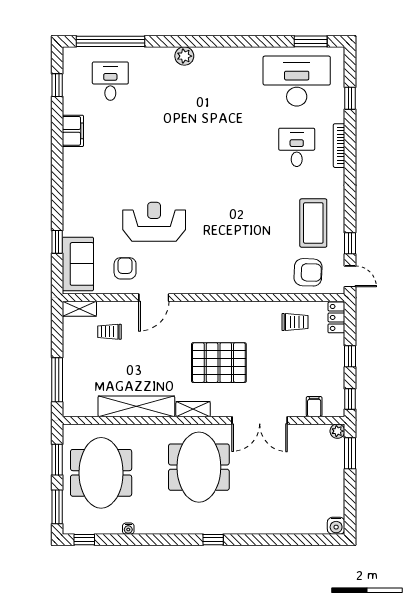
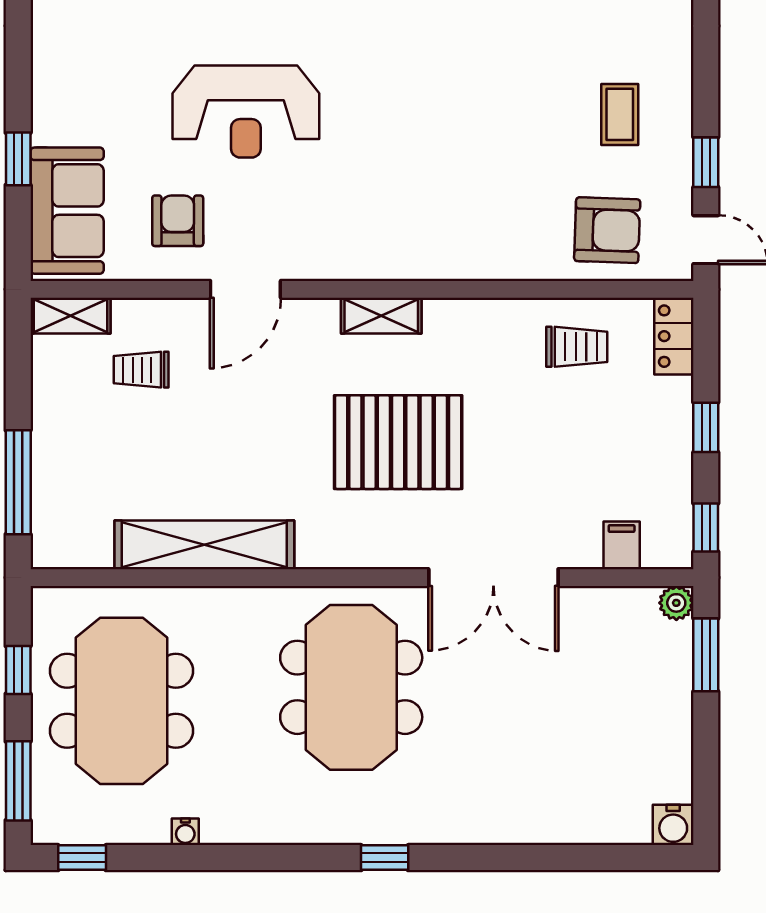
reception desk: (154, 222) -> (246, 112), turned 180
coffee table: (313, 223) -> (620, 114), width x0.54, depth x0.58
shelving: (193, 409) -> (381, 316), moved
window: (57, 460) -> (18, 670), width x0.67

